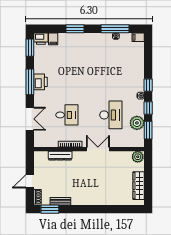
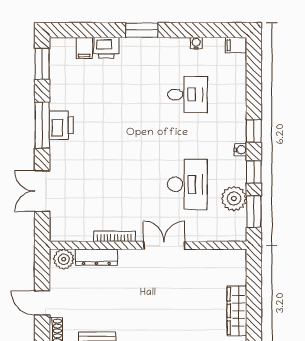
window: (75, 29) -> (142, 30), moved
window: (115, 29) -> (195, 30), removed
printer: (41, 39) -> (106, 48), moved
desk: (67, 115) -> (187, 95), moved
double door: (30, 119) -> (42, 191), swing flipped
plant: (138, 157) -> (64, 259), moved
door: (30, 181) -> (42, 303), hinge flipped

